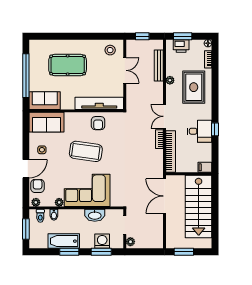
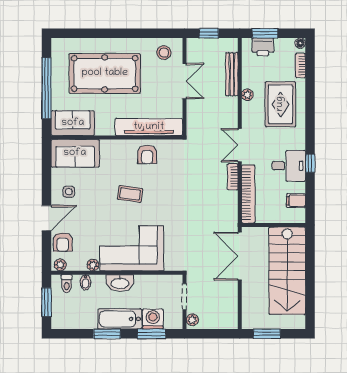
pool table: (68, 65) -> (105, 73), width x1.36, depth x1.32
coffee table: (86, 151) -> (130, 194), width x0.54, depth x0.58
filing cabinet: (205, 167) -> (296, 201), moved
armchair: (38, 186) -> (63, 242), turned 180
washbasin: (95, 215) -> (120, 283), moved
bathtub: (64, 241) -> (120, 319), moved

